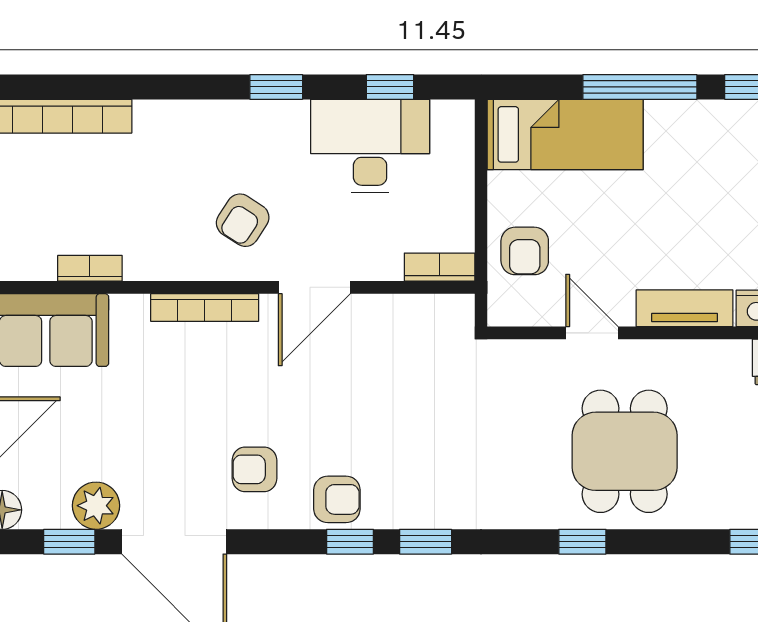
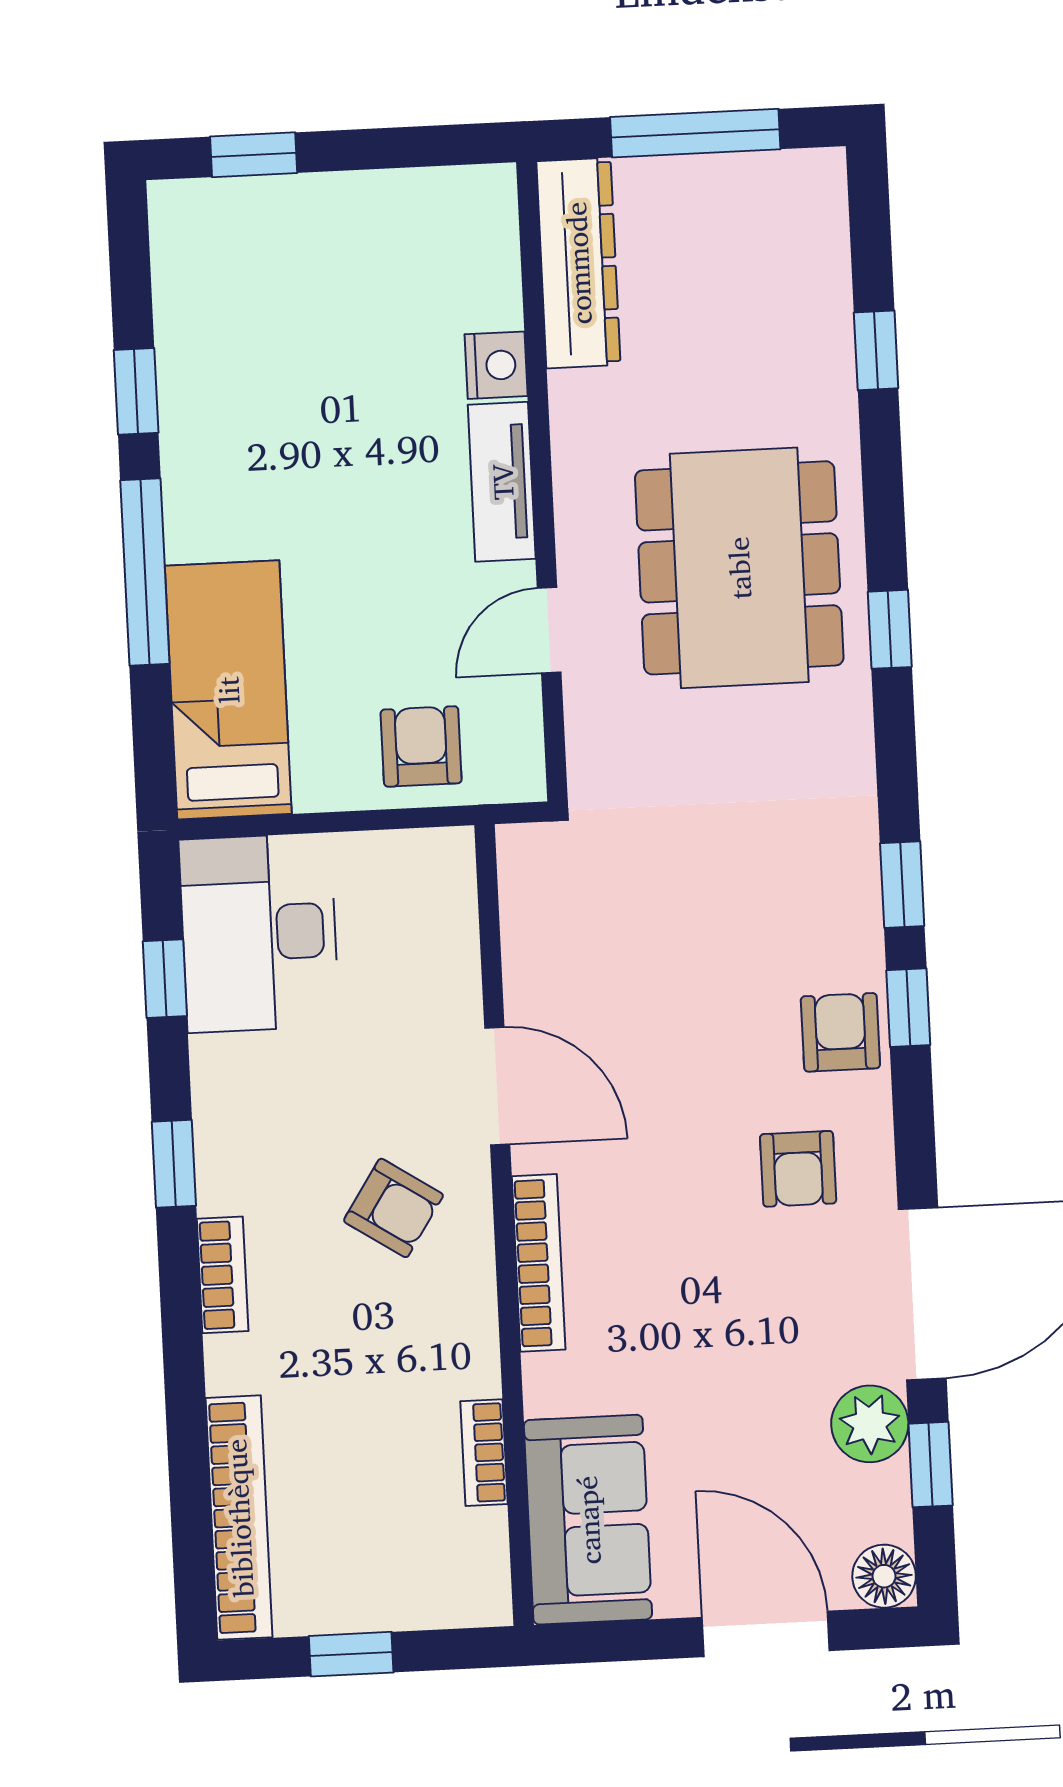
desk: (370, 146) -> (259, 933), moved
armchair: (525, 251) -> (421, 746), turned -90
bookcase: (440, 267) -> (223, 1275), moved, turned 180
dining table: (625, 451) -> (739, 568), width x1.38

